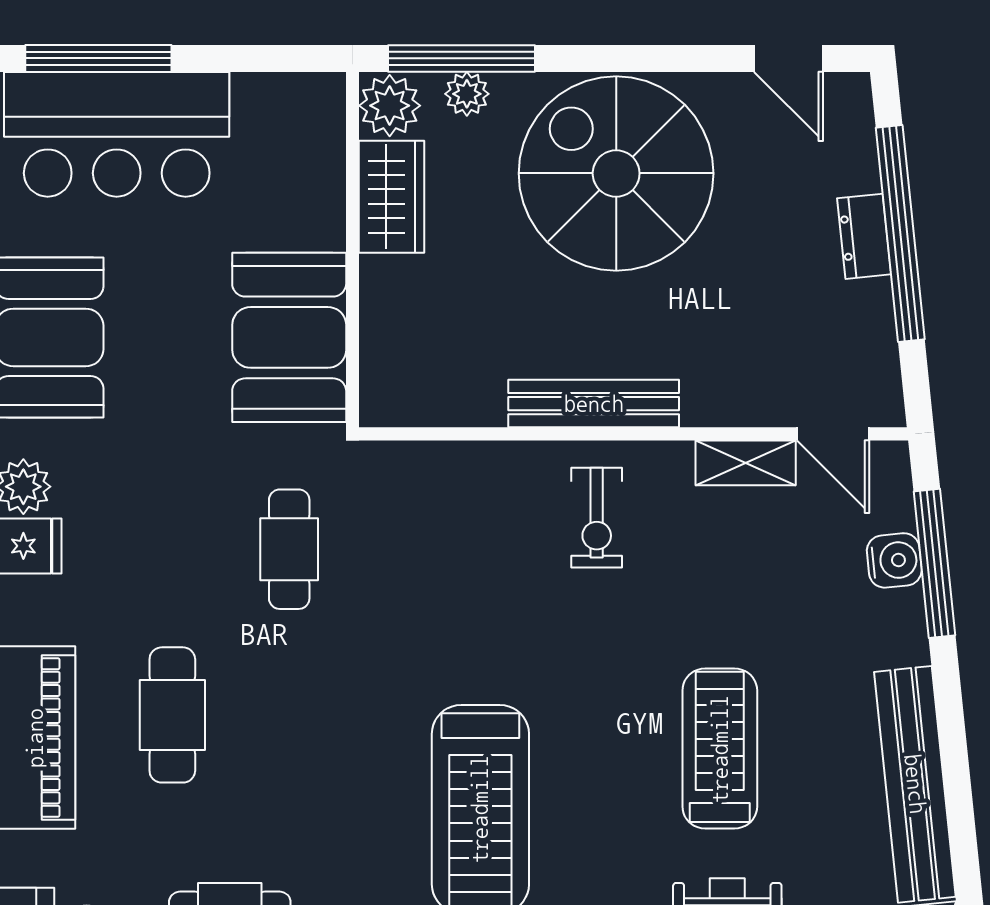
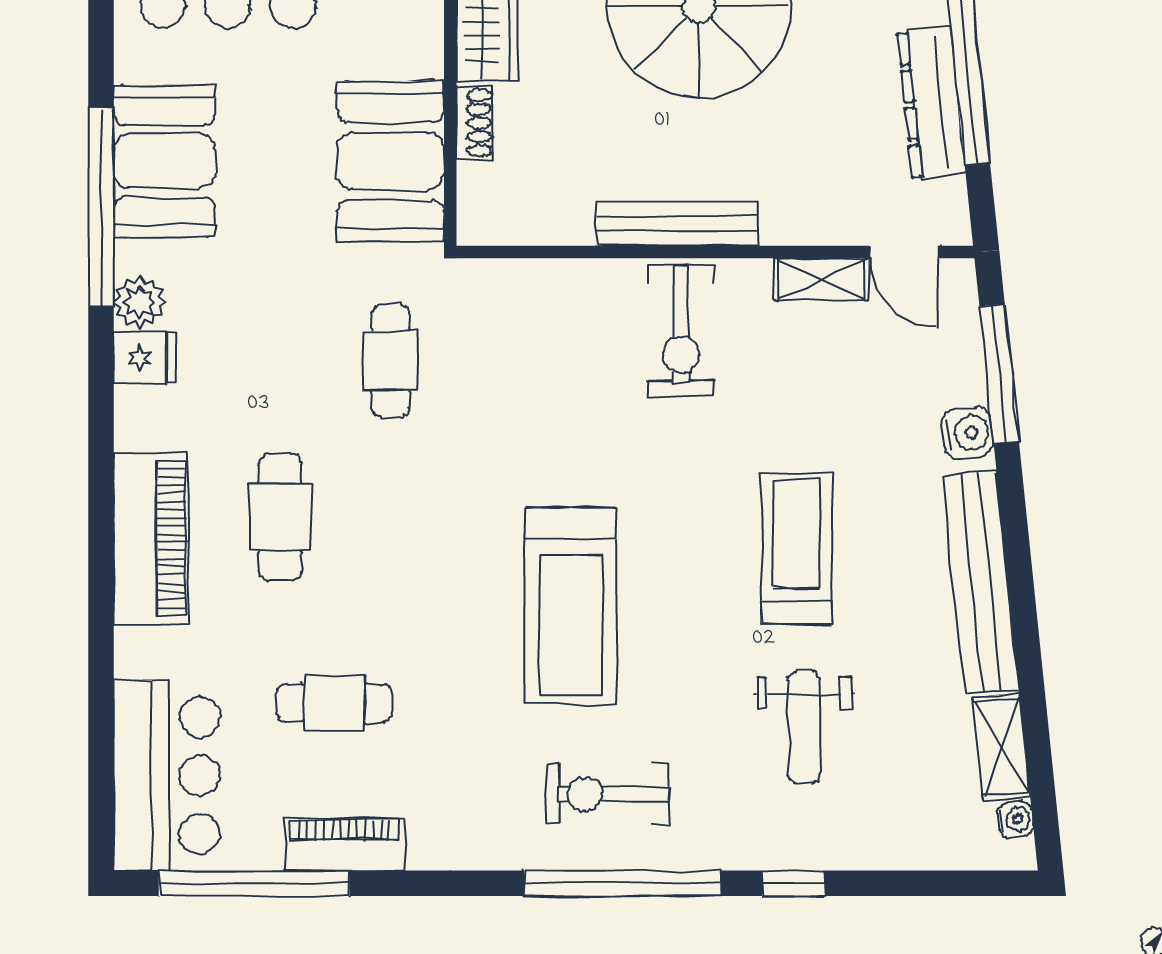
dresser: (864, 236) -> (931, 103), width x1.96, depth x1.24
shoe rack: (378, 297) -> (474, 123), added
exercise bike: (597, 518) -> (681, 331), width x1.38, depth x1.39
water cooler: (894, 560) -> (968, 433), moved

